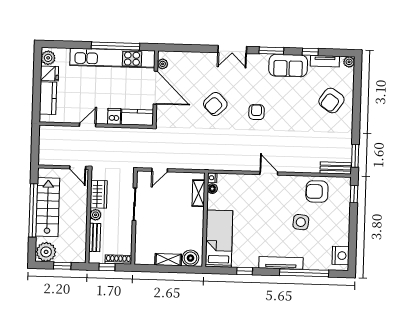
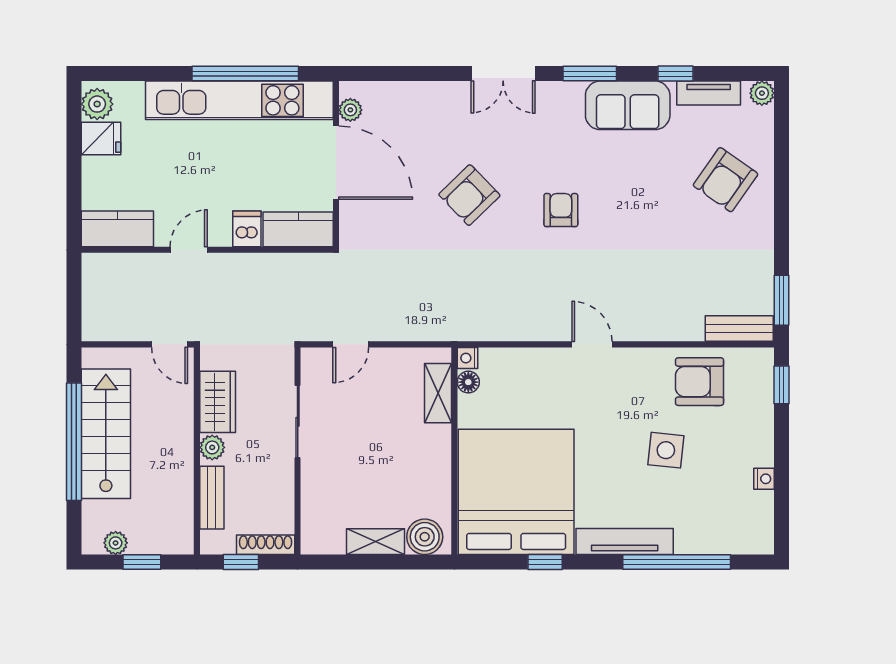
kitchen counter: (48, 98) -> (117, 229), moved, turned -90
bed: (219, 239) -> (516, 492), width x2.04
plant: (46, 252) -> (116, 543), width x0.53, depth x0.53
nightstand: (341, 256) -> (764, 479), moved, width x0.53, depth x0.56

